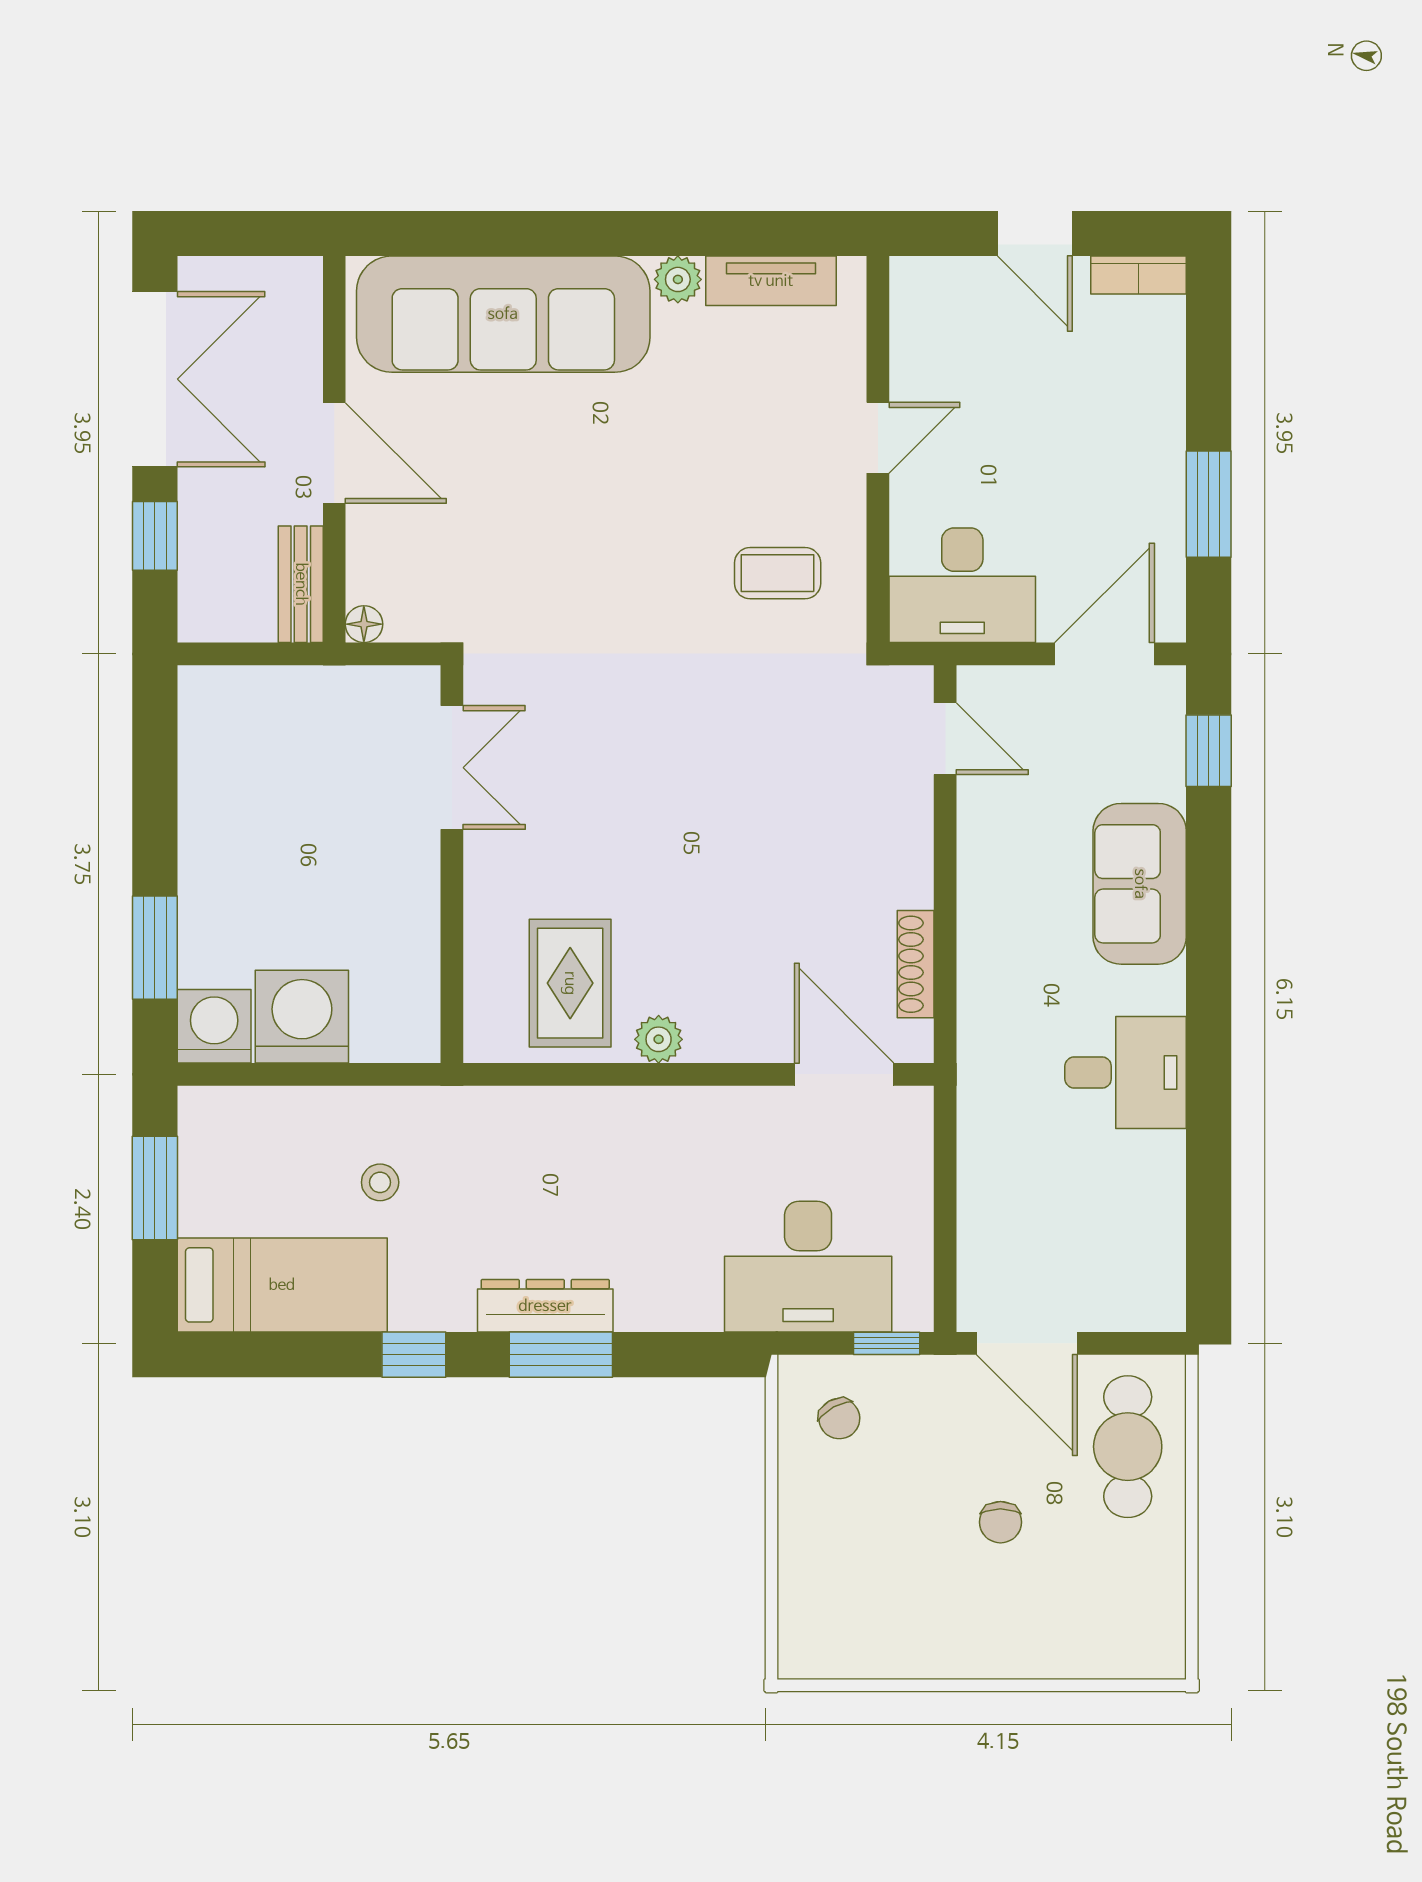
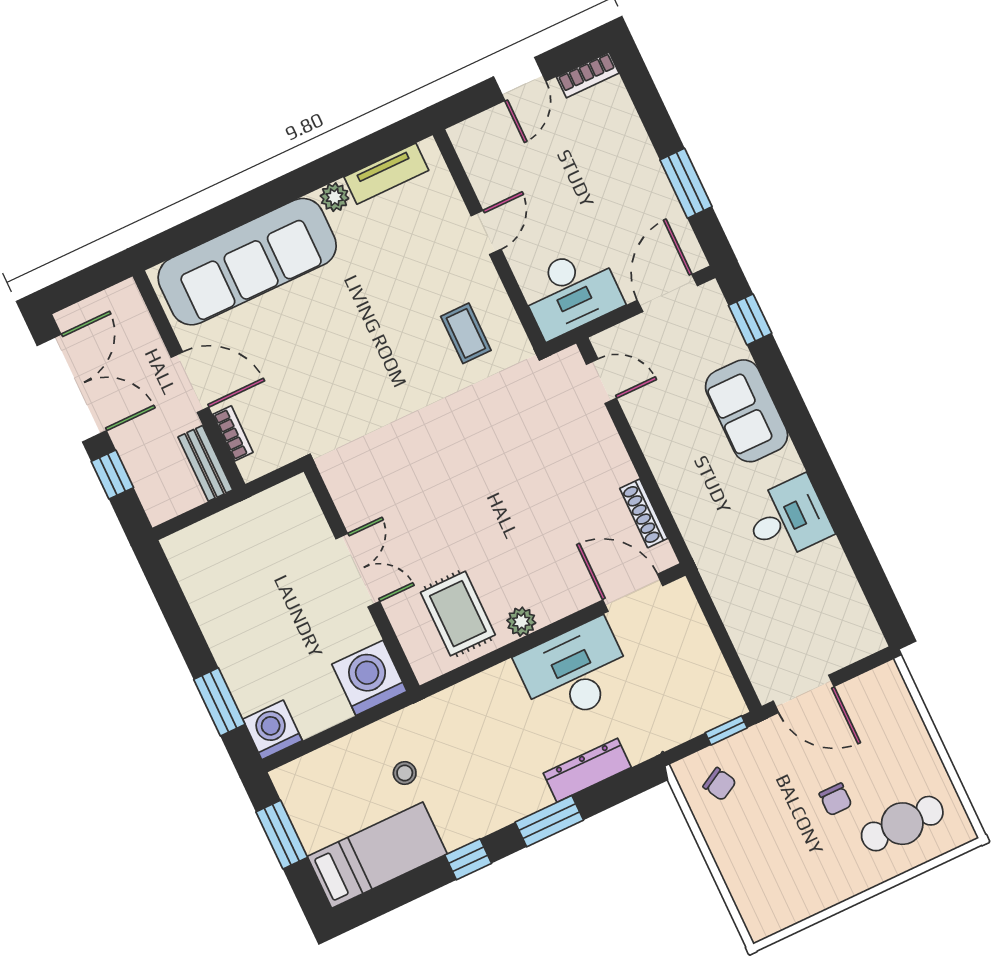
door: (1035, 234) -> (520, 79), hinge flipped
bookcase: (362, 559) -> (233, 433), added
coffee table: (778, 573) -> (466, 333), turned 90
floor lamp: (364, 624) -> (251, 469), removed
double door: (452, 768) -> (358, 570), moved
washing machine: (302, 1017) -> (369, 678), moved
desk: (808, 1267) -> (575, 672), moved, turned 180
dresser: (545, 1306) -> (587, 770), moved
cafe table: (1128, 1447) -> (902, 824), moved, turned 90

